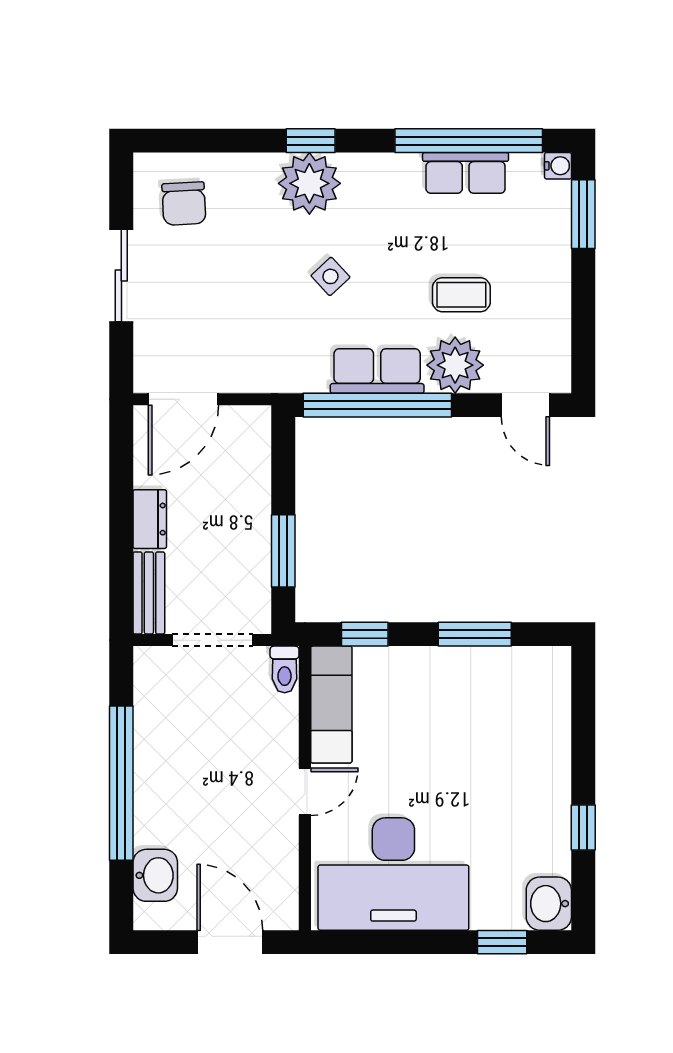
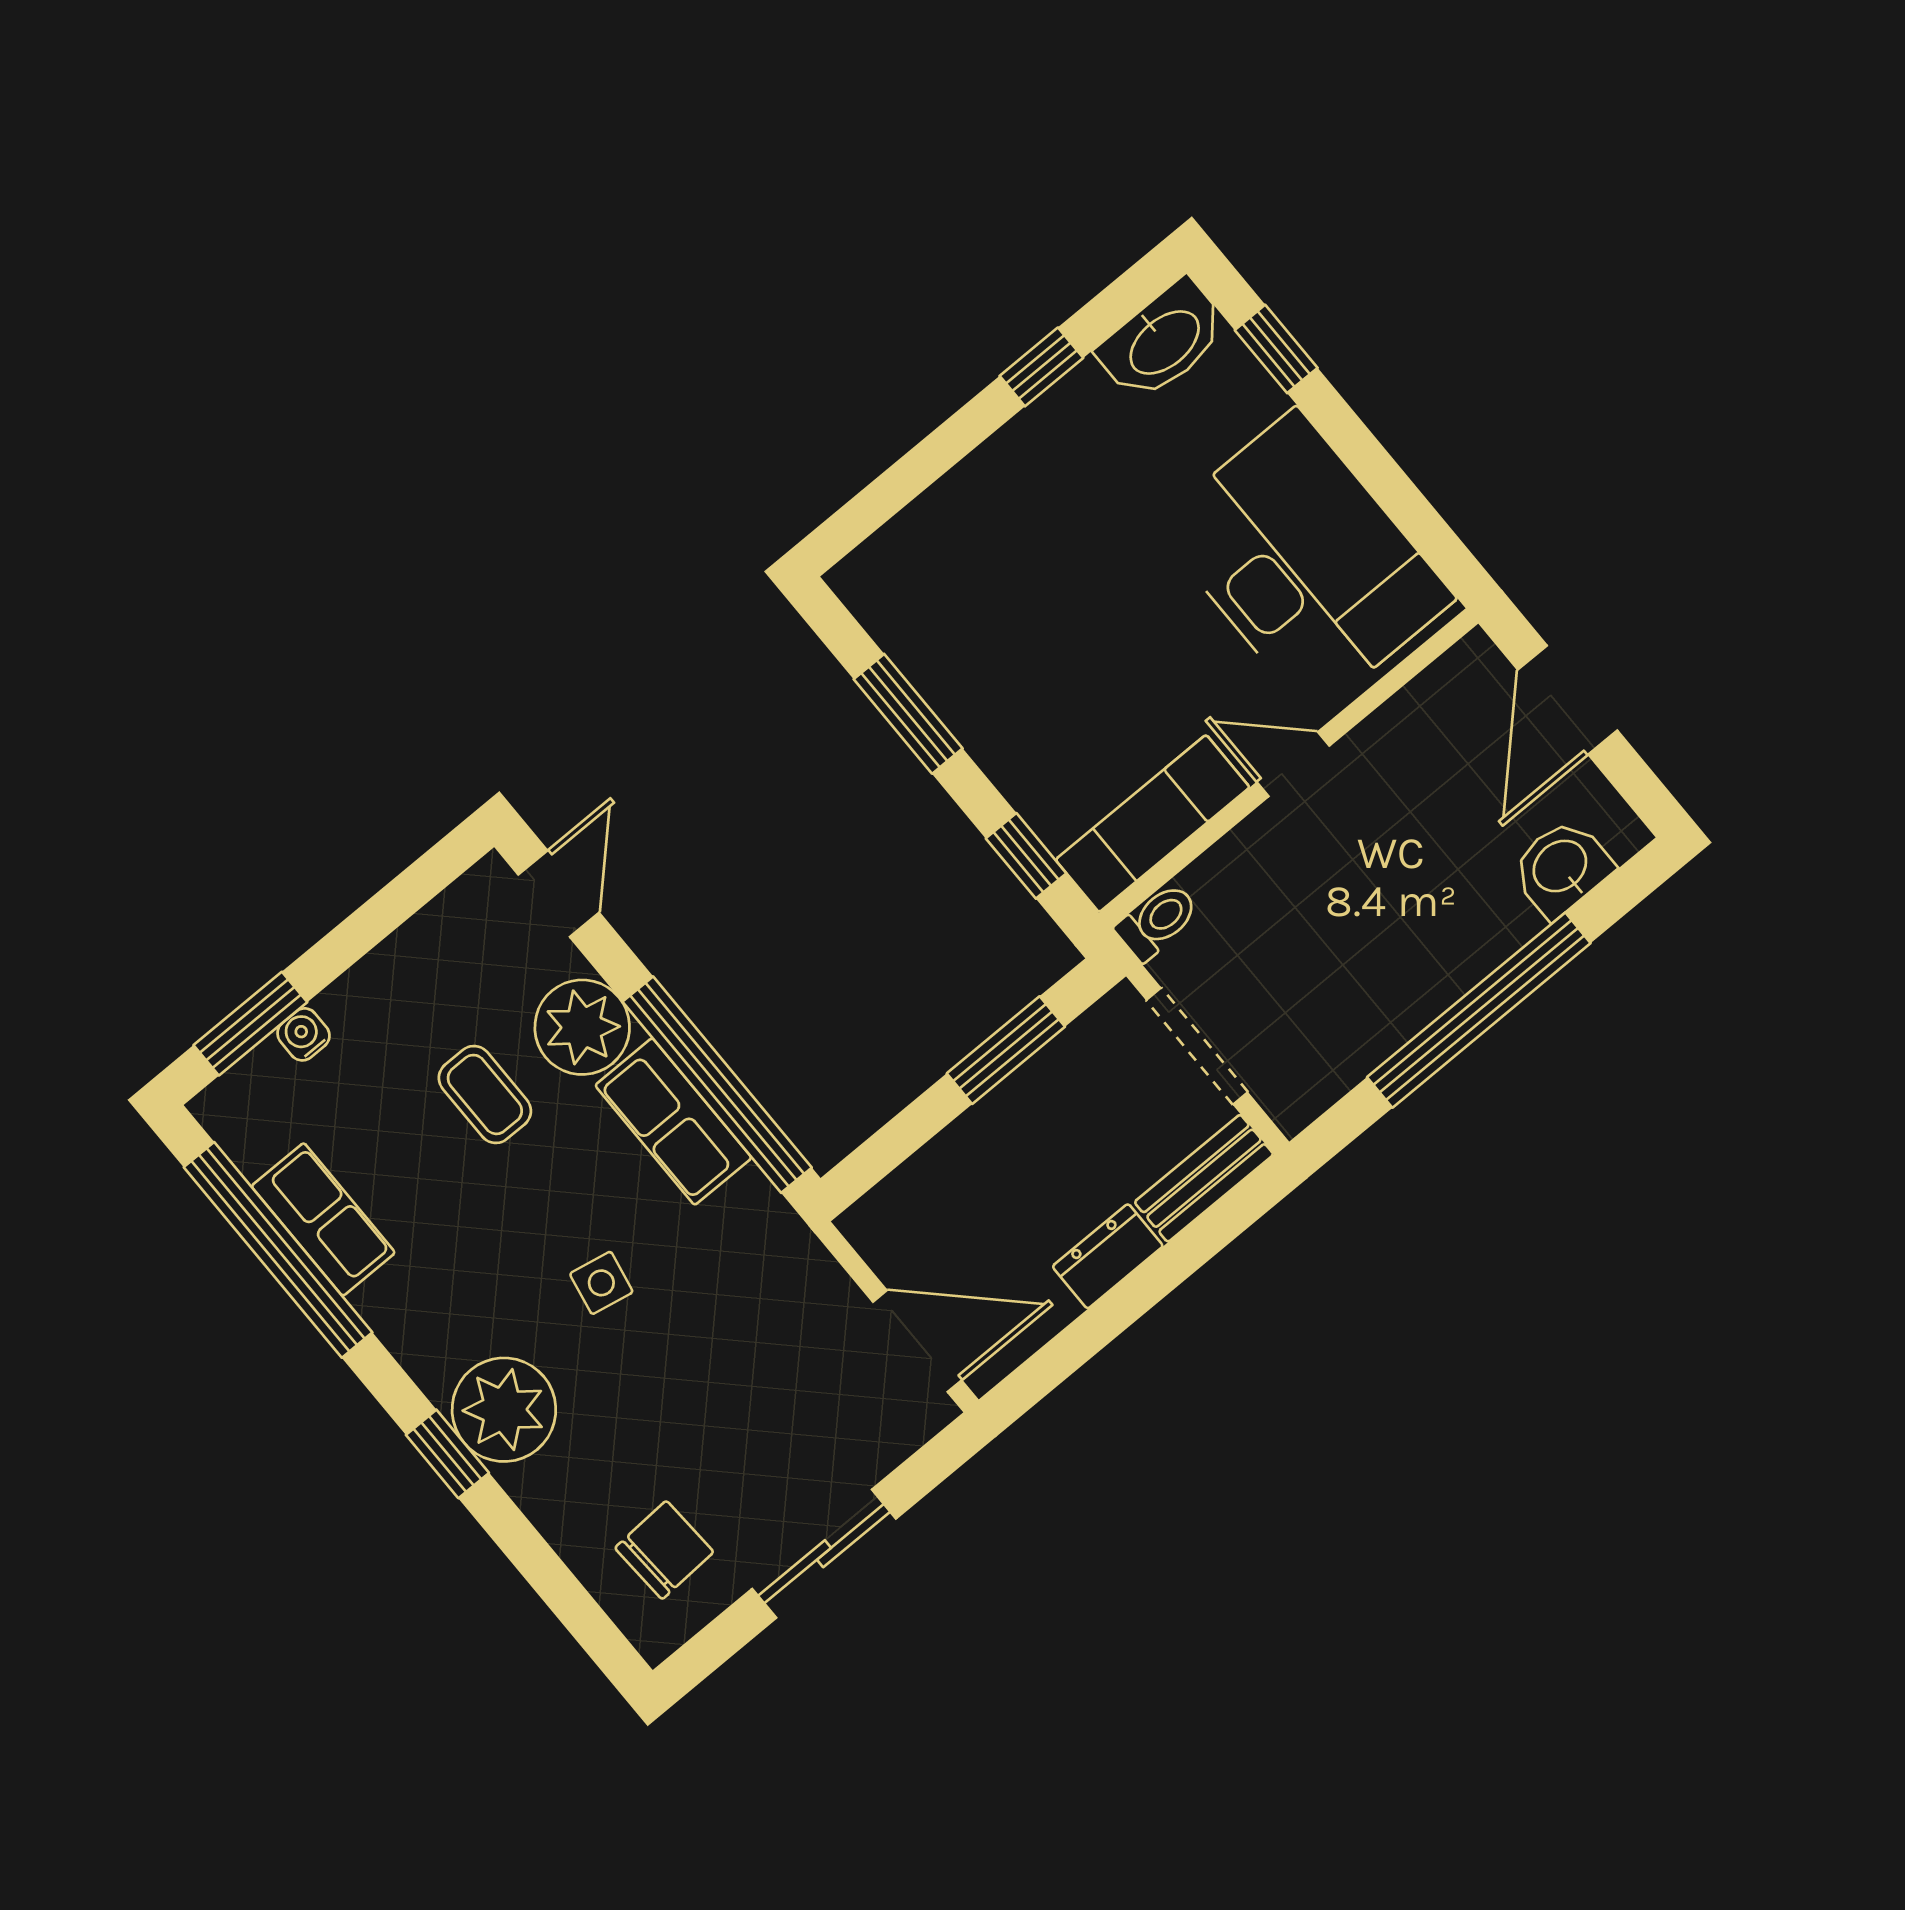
water cooler: (558, 166) -> (303, 1034), moved
side table: (330, 276) -> (601, 1283), turned -36
washbasin: (549, 904) -> (1163, 341), width x1.38

